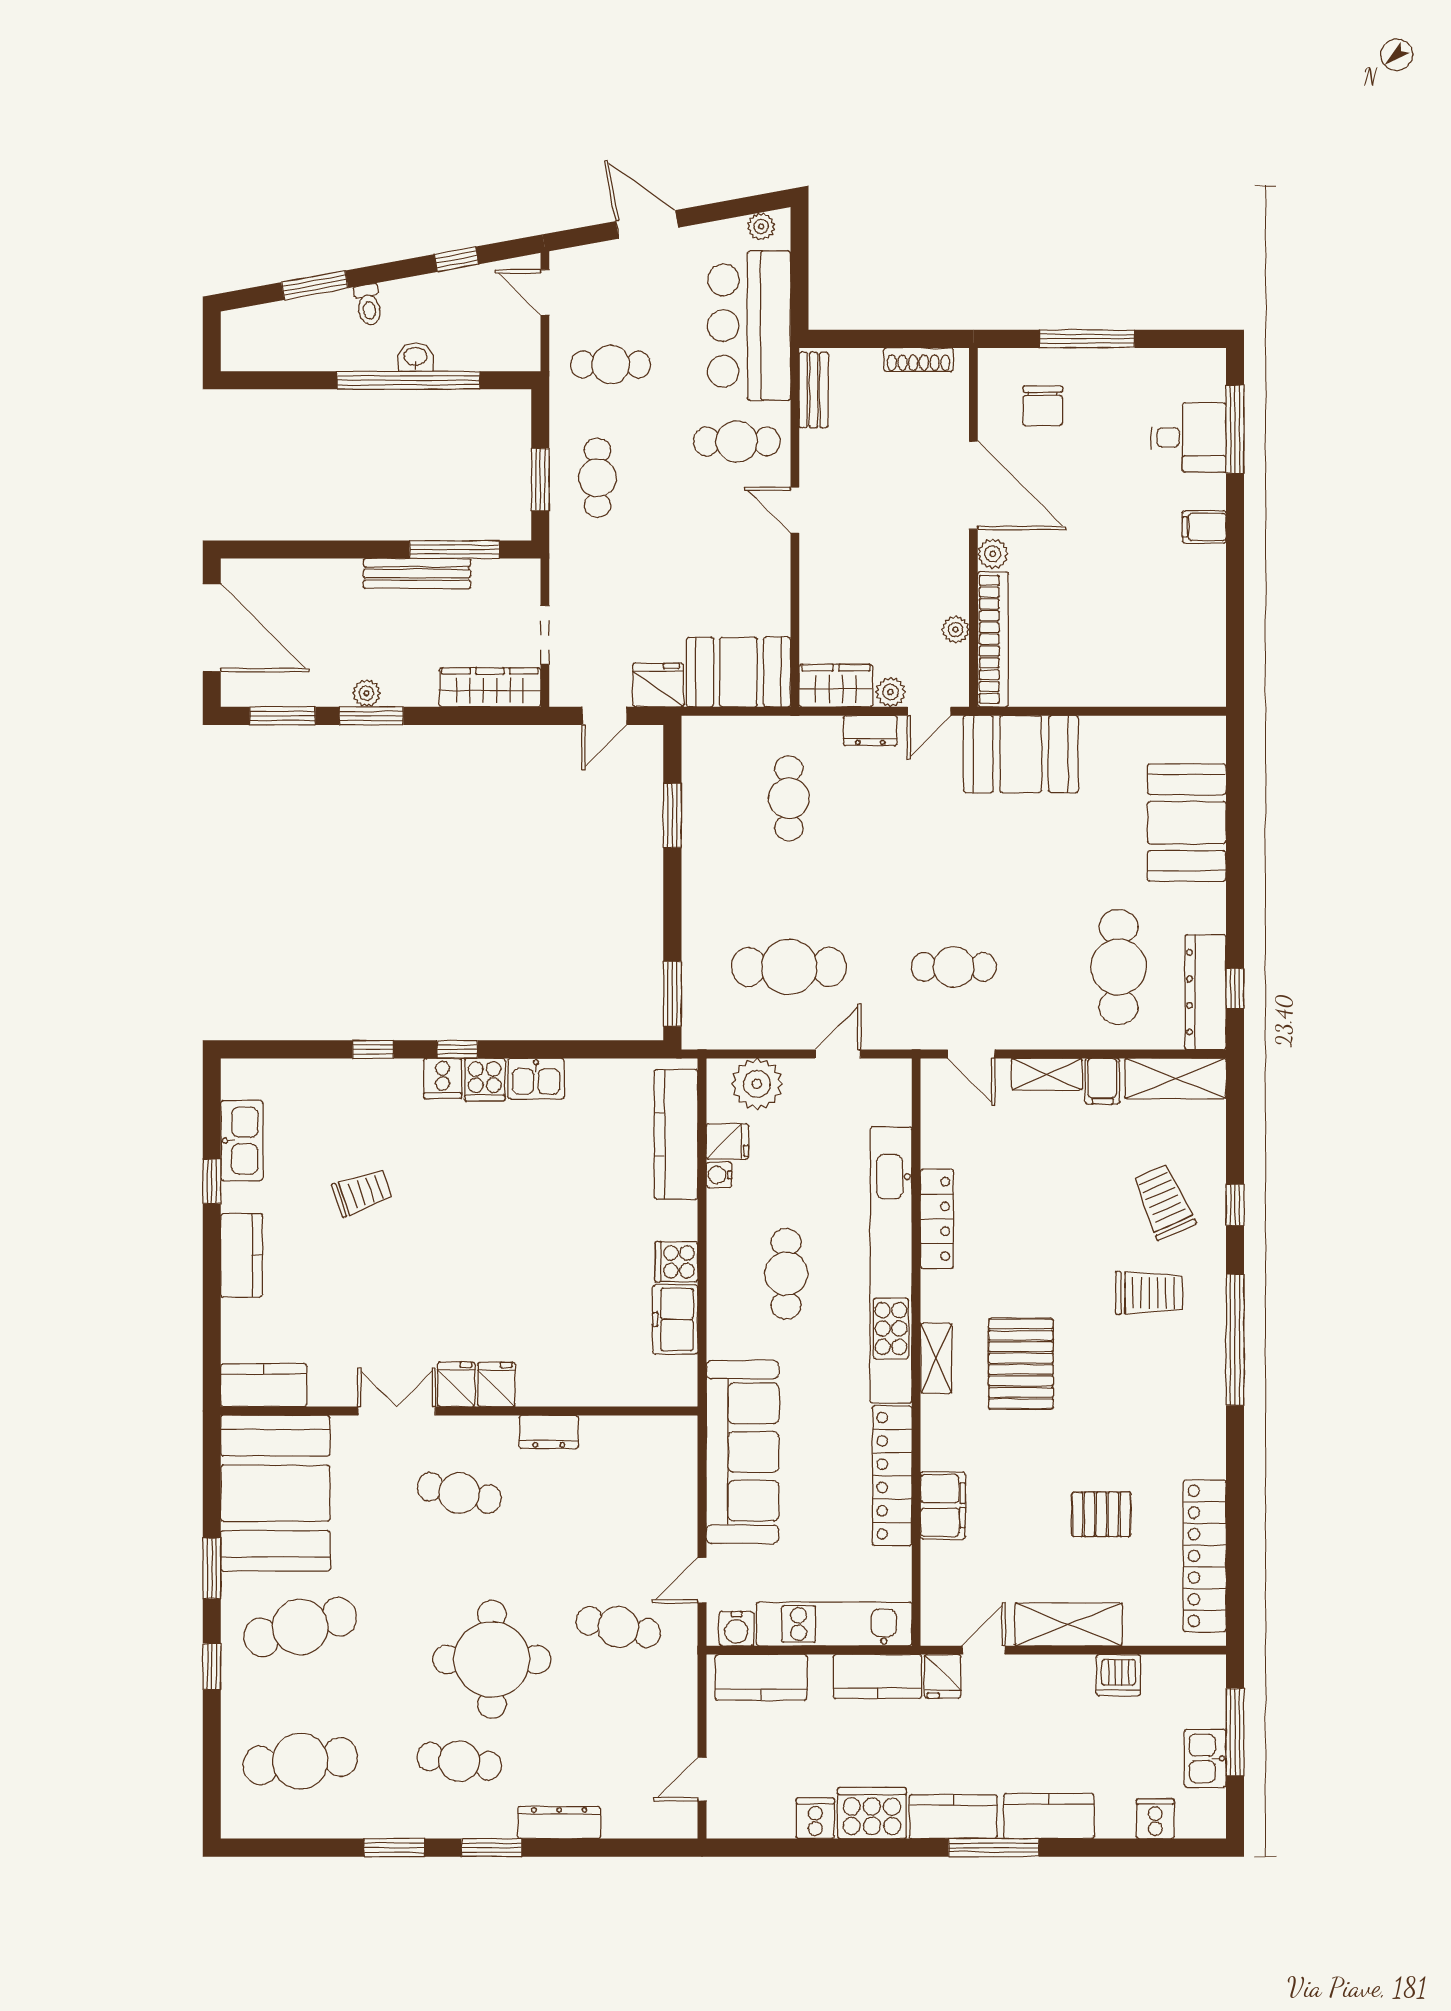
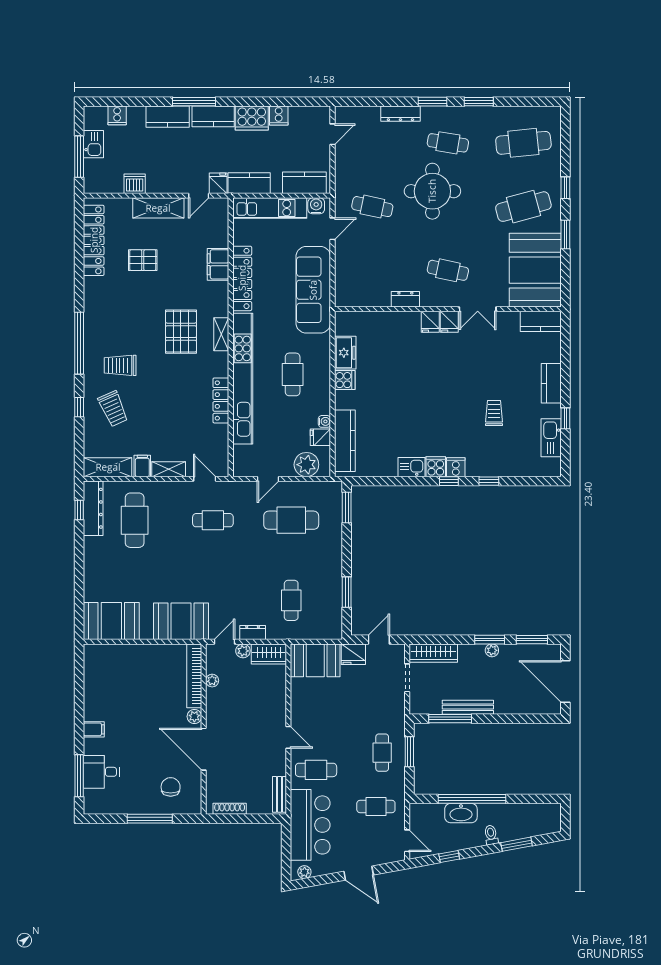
washbasin: (416, 357) -> (461, 813), width x1.91, depth x1.45
booth: (1187, 823) -> (111, 621), moved, turned 90
trolley: (362, 1193) -> (494, 413), turned 109

